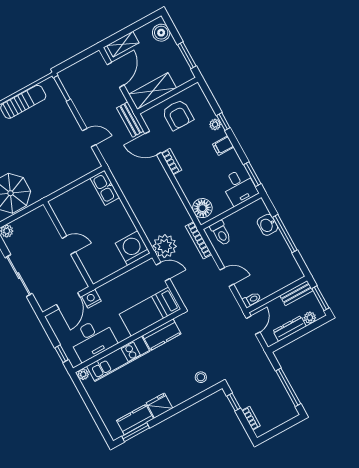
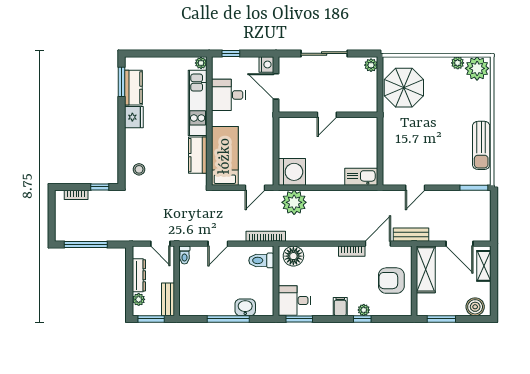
plant: (165, 246) -> (294, 202), moved
nightstand: (91, 299) -> (266, 65), moved
desk: (92, 339) -> (228, 95), width x0.73

